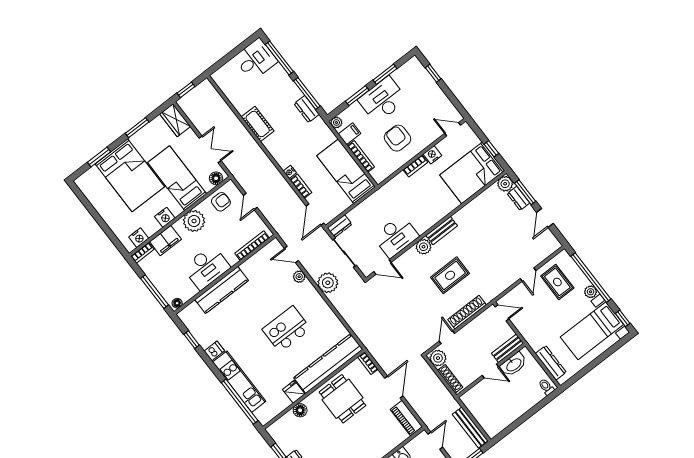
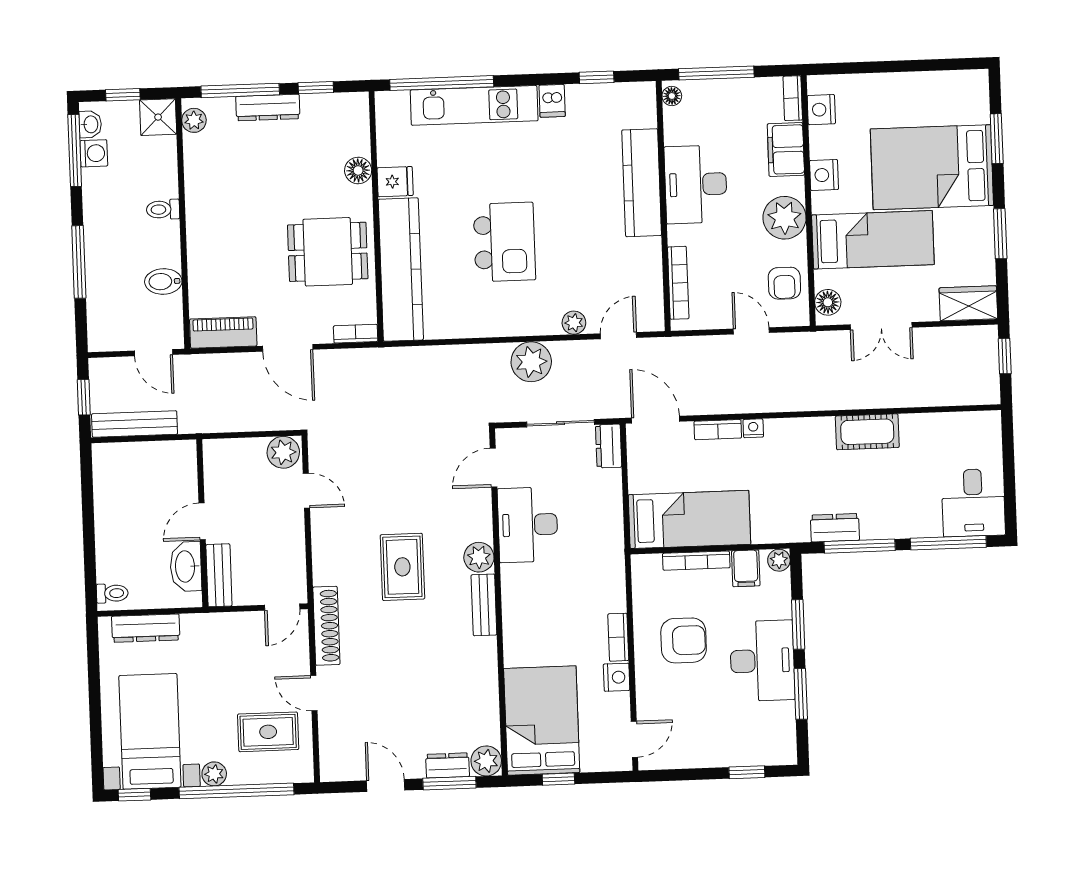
shoe rack: (467, 312) -> (326, 626), moved
shoe rack: (450, 379) -> (236, 448), removed

